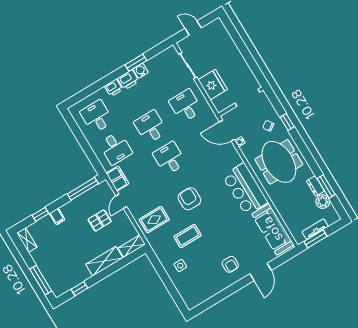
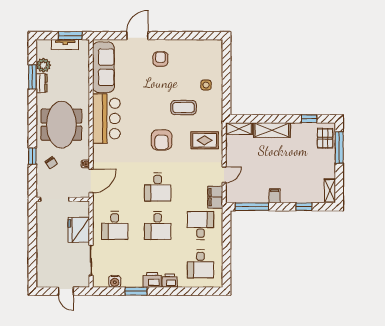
water cooler: (141, 71) -> (115, 281), moved
door: (227, 131) -> (91, 181), hinge flipped
filing cabinet: (57, 217) -> (275, 196), moved
pallet: (100, 220) -> (325, 138), moved, turned 90

